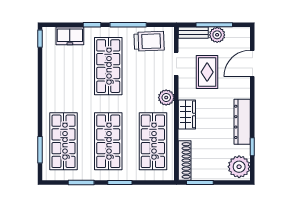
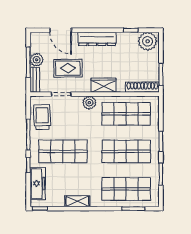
freezer: (70, 36) -> (38, 184), width x1.40
shelving: (49, 83) -> (77, 201), added
dresser: (242, 122) -> (97, 39), moved

